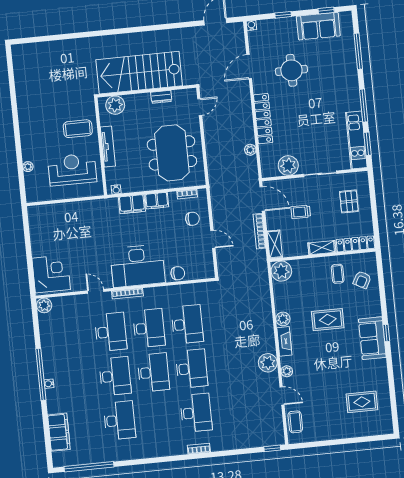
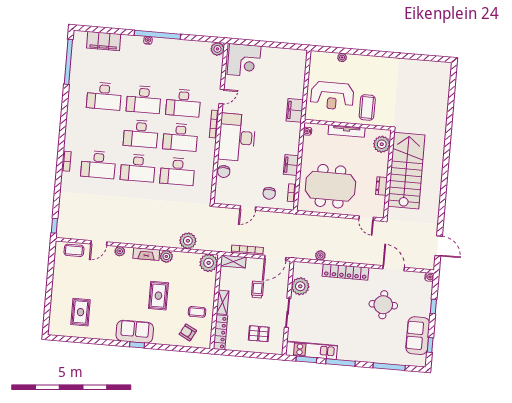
reception desk: (72, 170) -> (332, 96), turned 90
filing cabinet: (132, 204) -> (295, 110), moved
plant: (268, 363) -> (188, 241), moved

